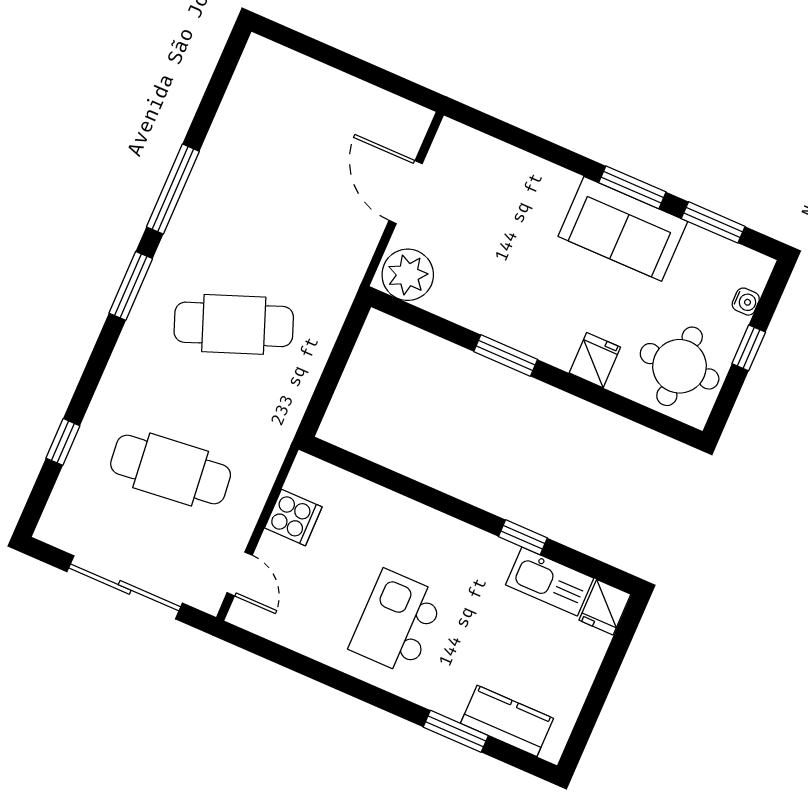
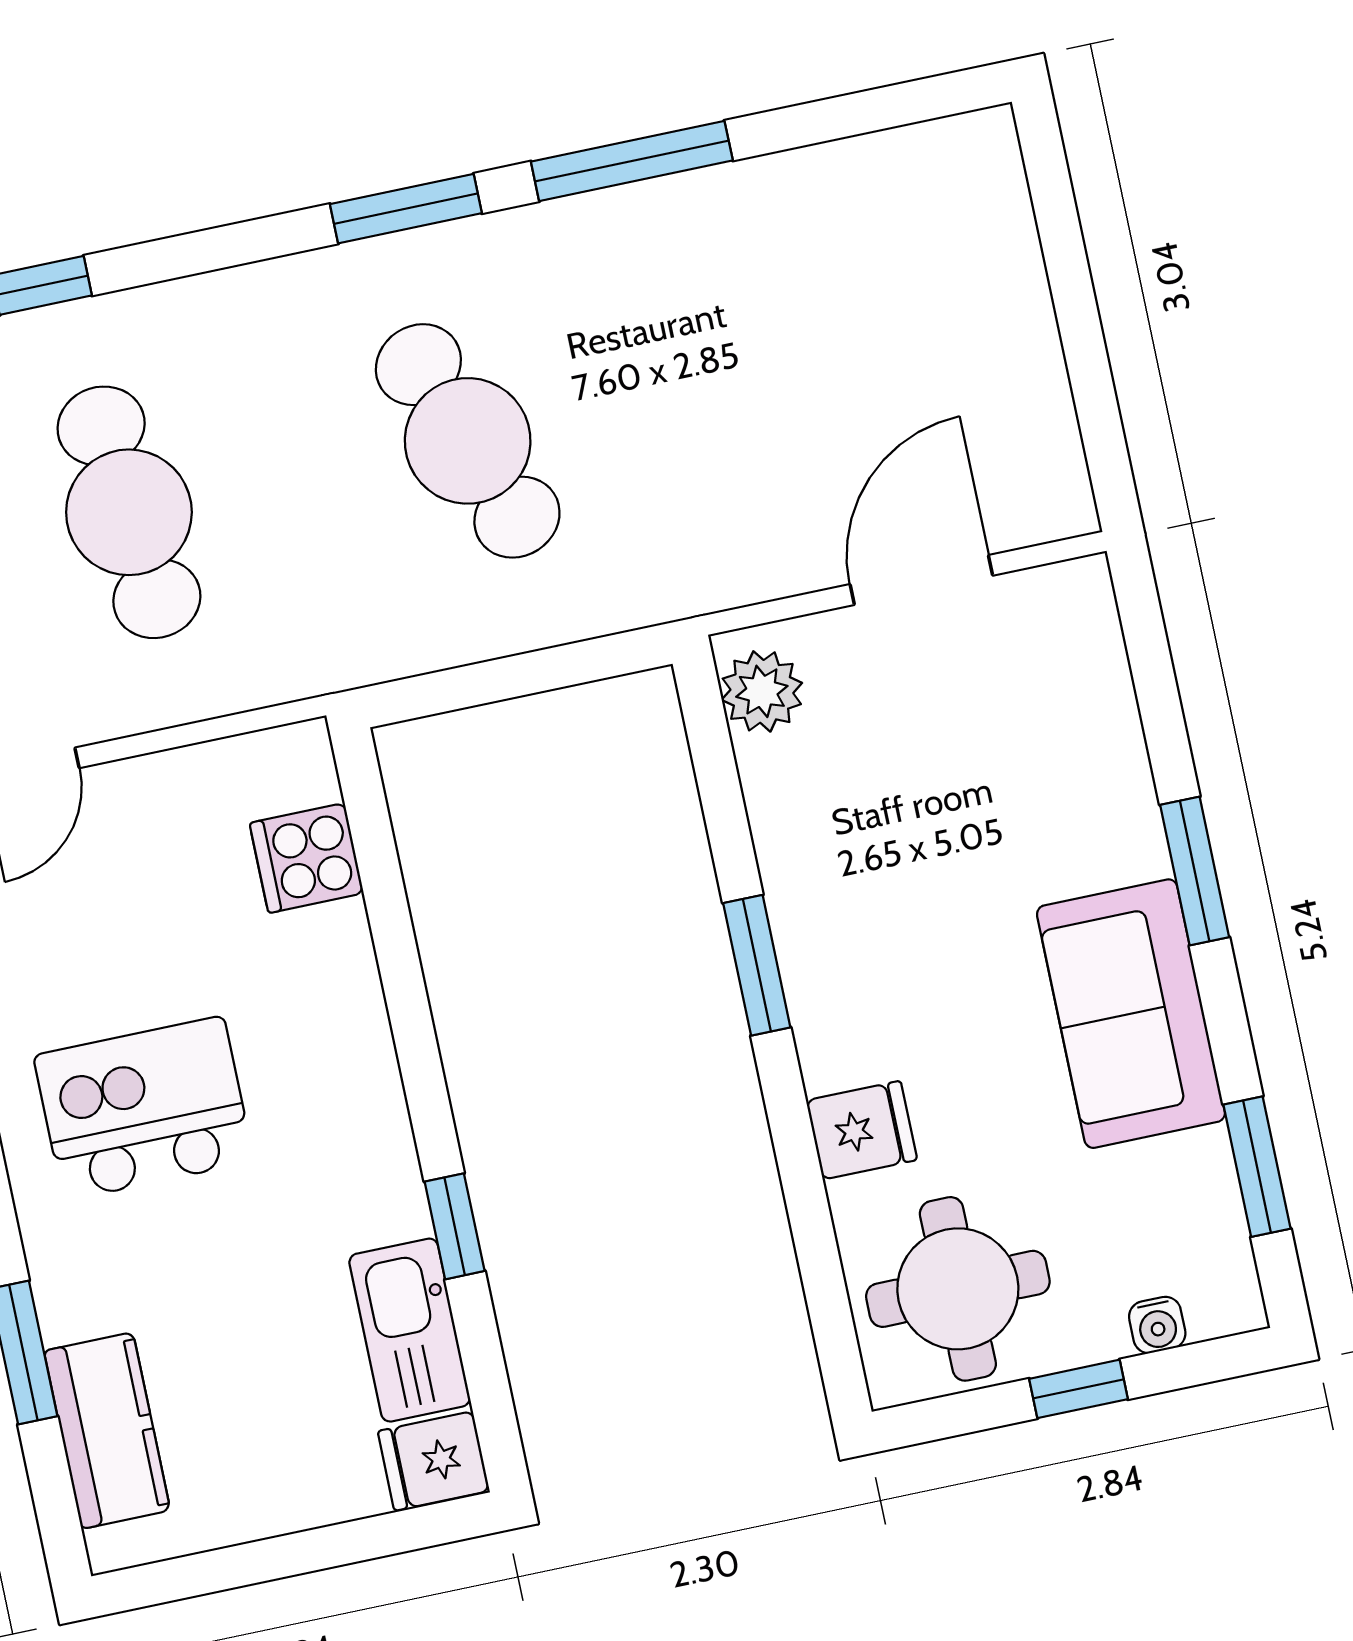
window: (632, 187) -> (1195, 871), moved
plant: (408, 275) -> (762, 691), width x0.73, depth x0.73
cooker: (293, 517) -> (307, 858), moved, turned 90

